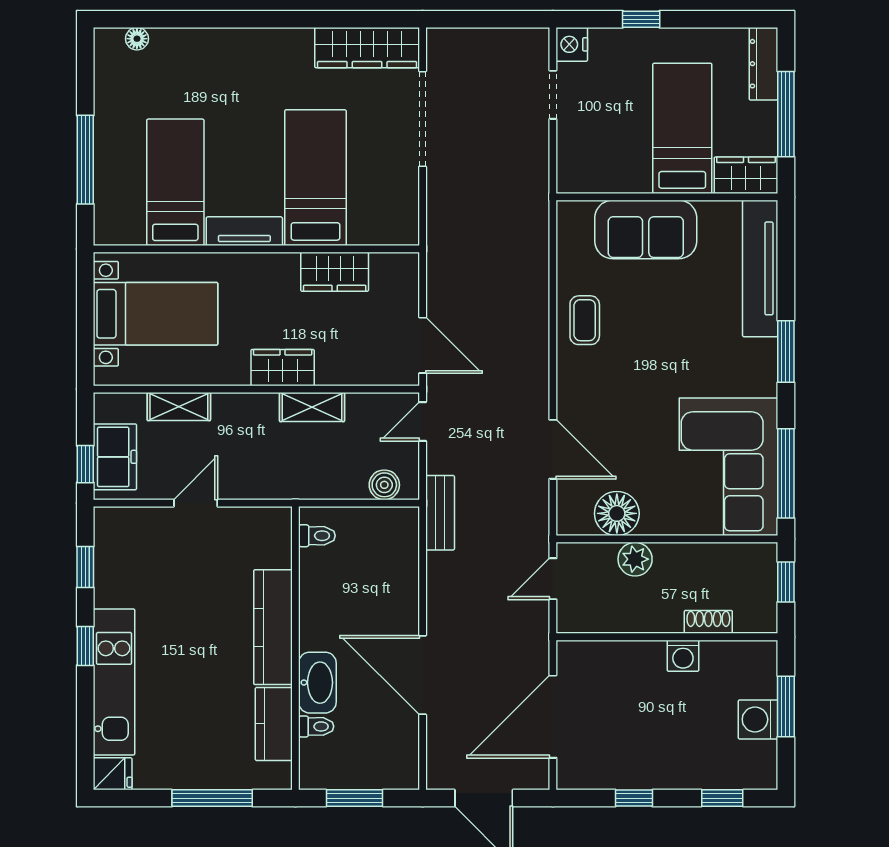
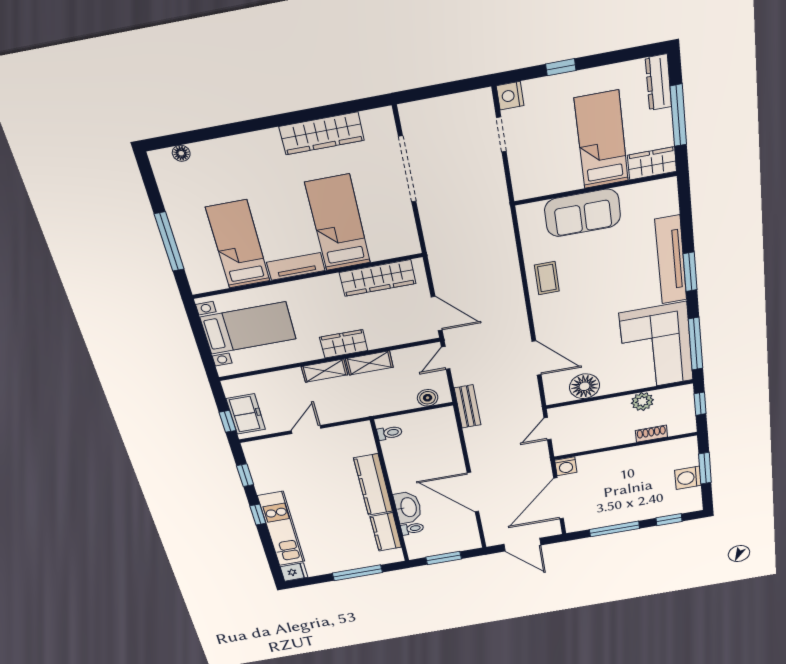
wardrobe: (367, 48) -> (322, 133), moved
tv unit: (760, 268) -> (671, 260), moved
wardrobe: (335, 272) -> (378, 278), width x1.50
shelving: (179, 407) -> (324, 371), moved
plant: (635, 559) -> (642, 401), moved
washing machine: (683, 656) -> (566, 466), moved
window: (634, 798) -> (615, 529), width x2.17

